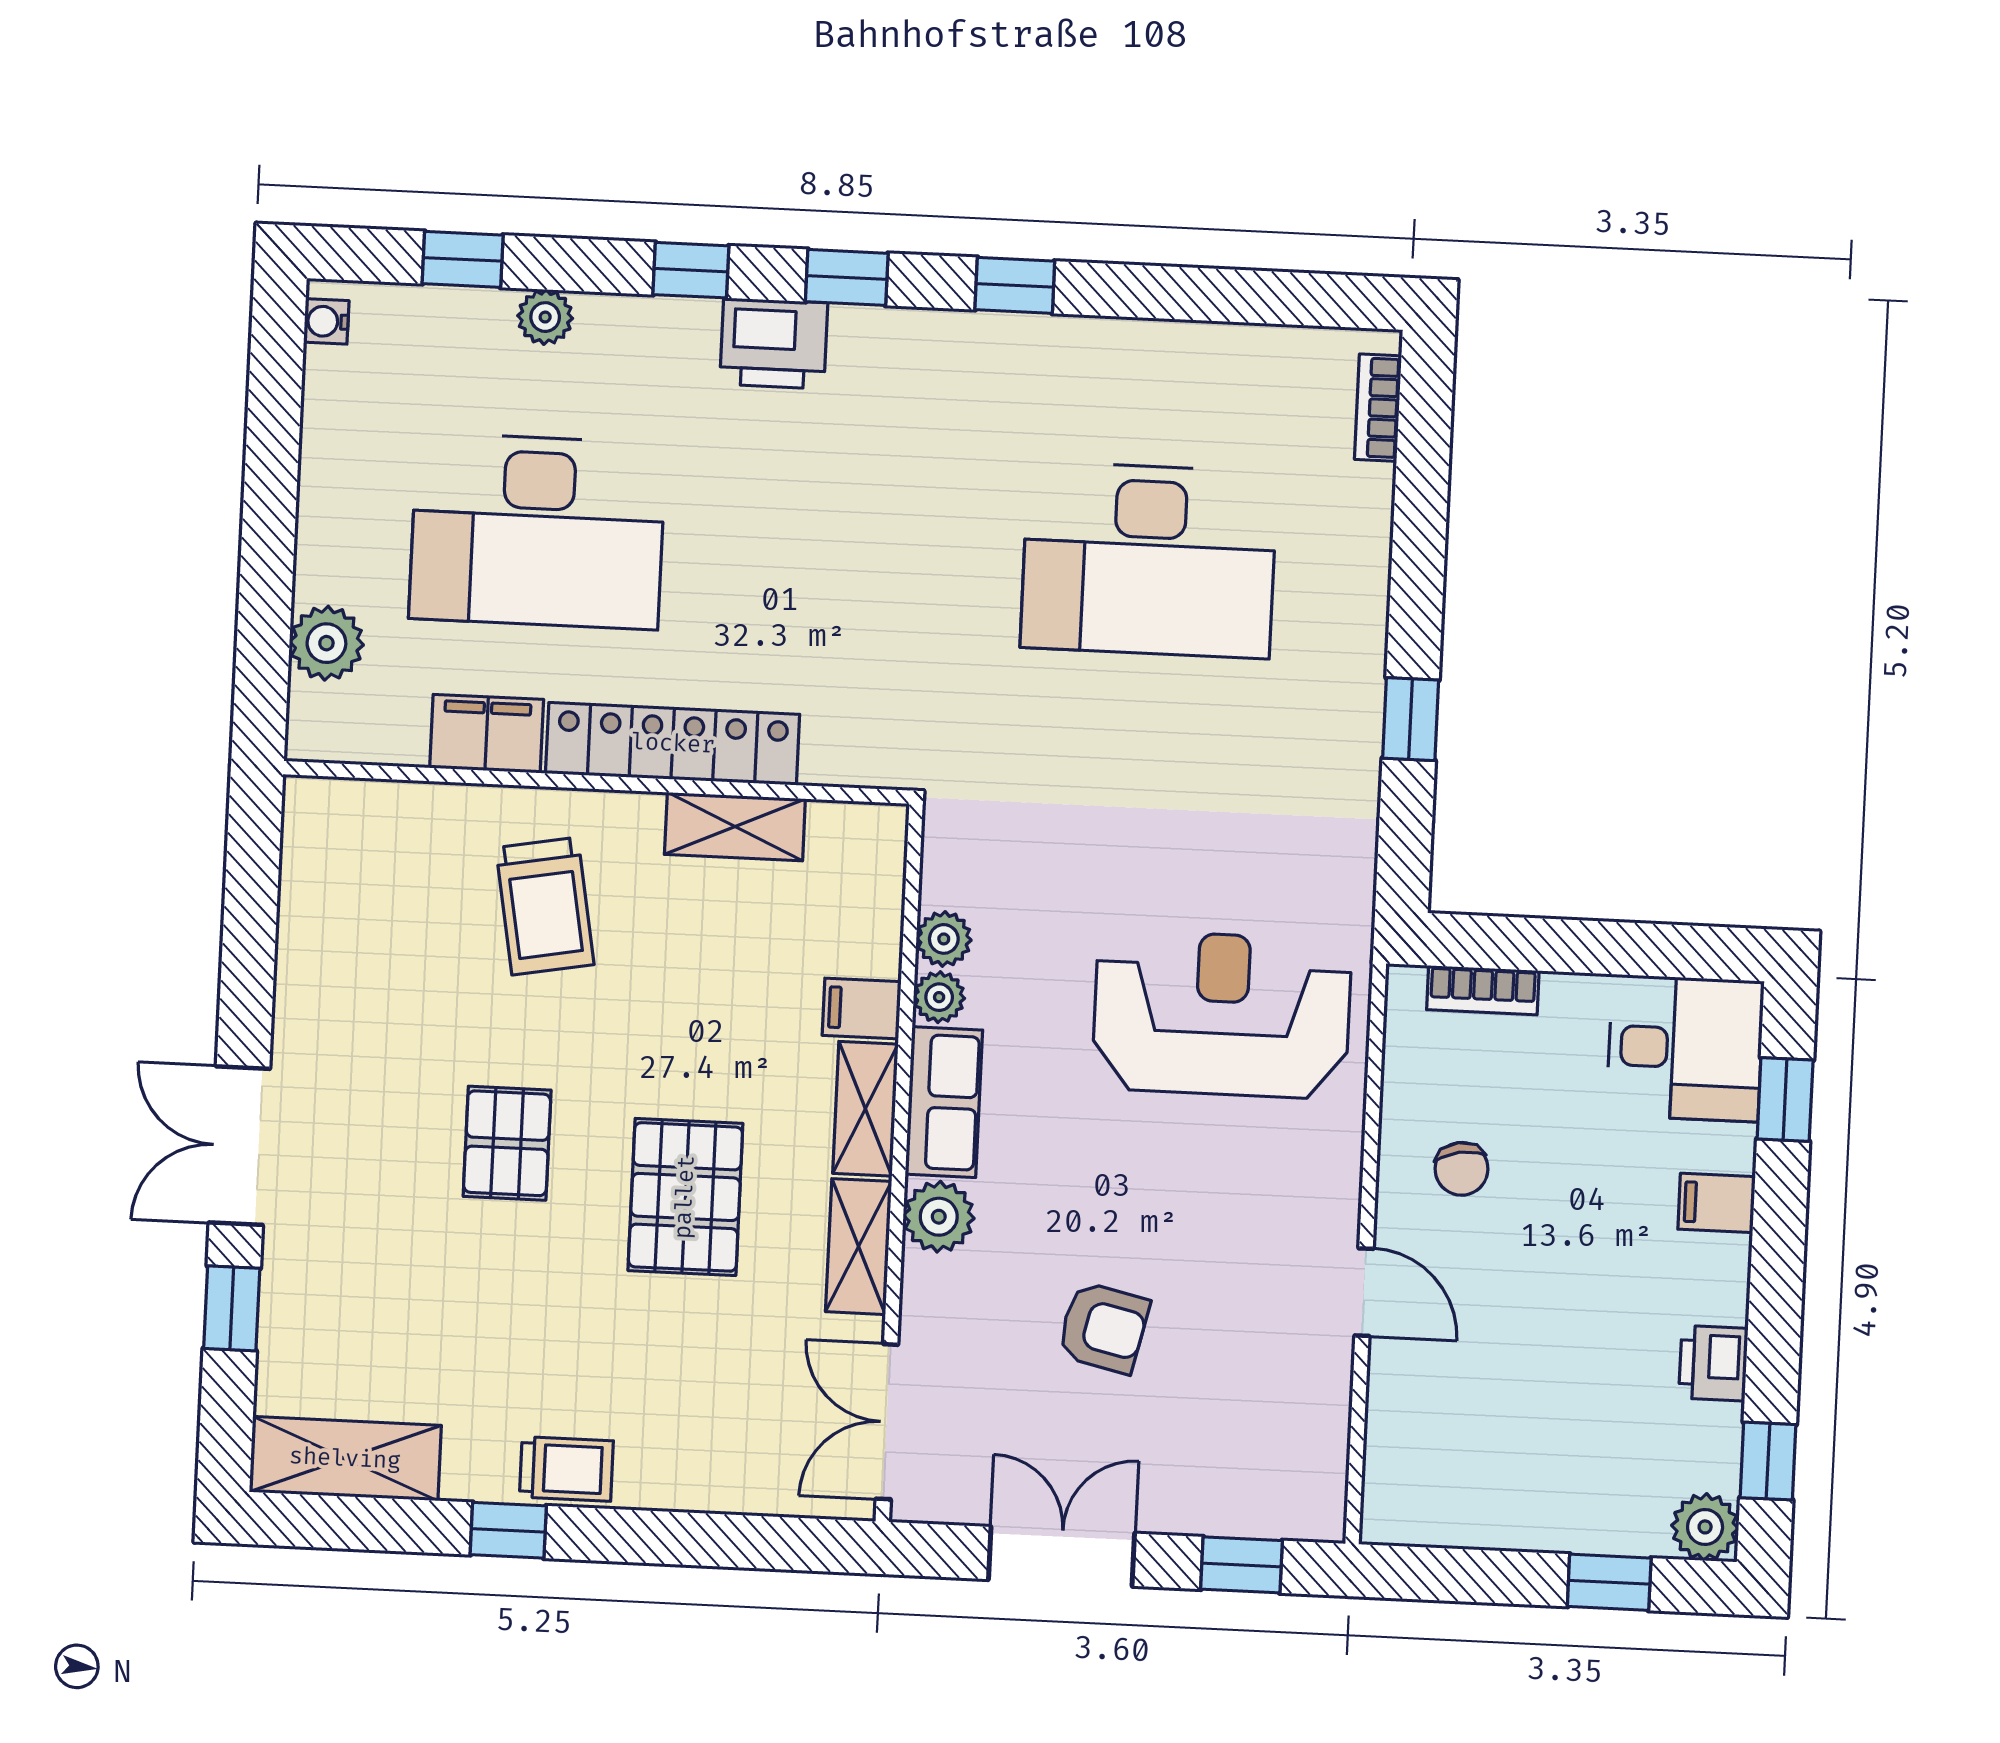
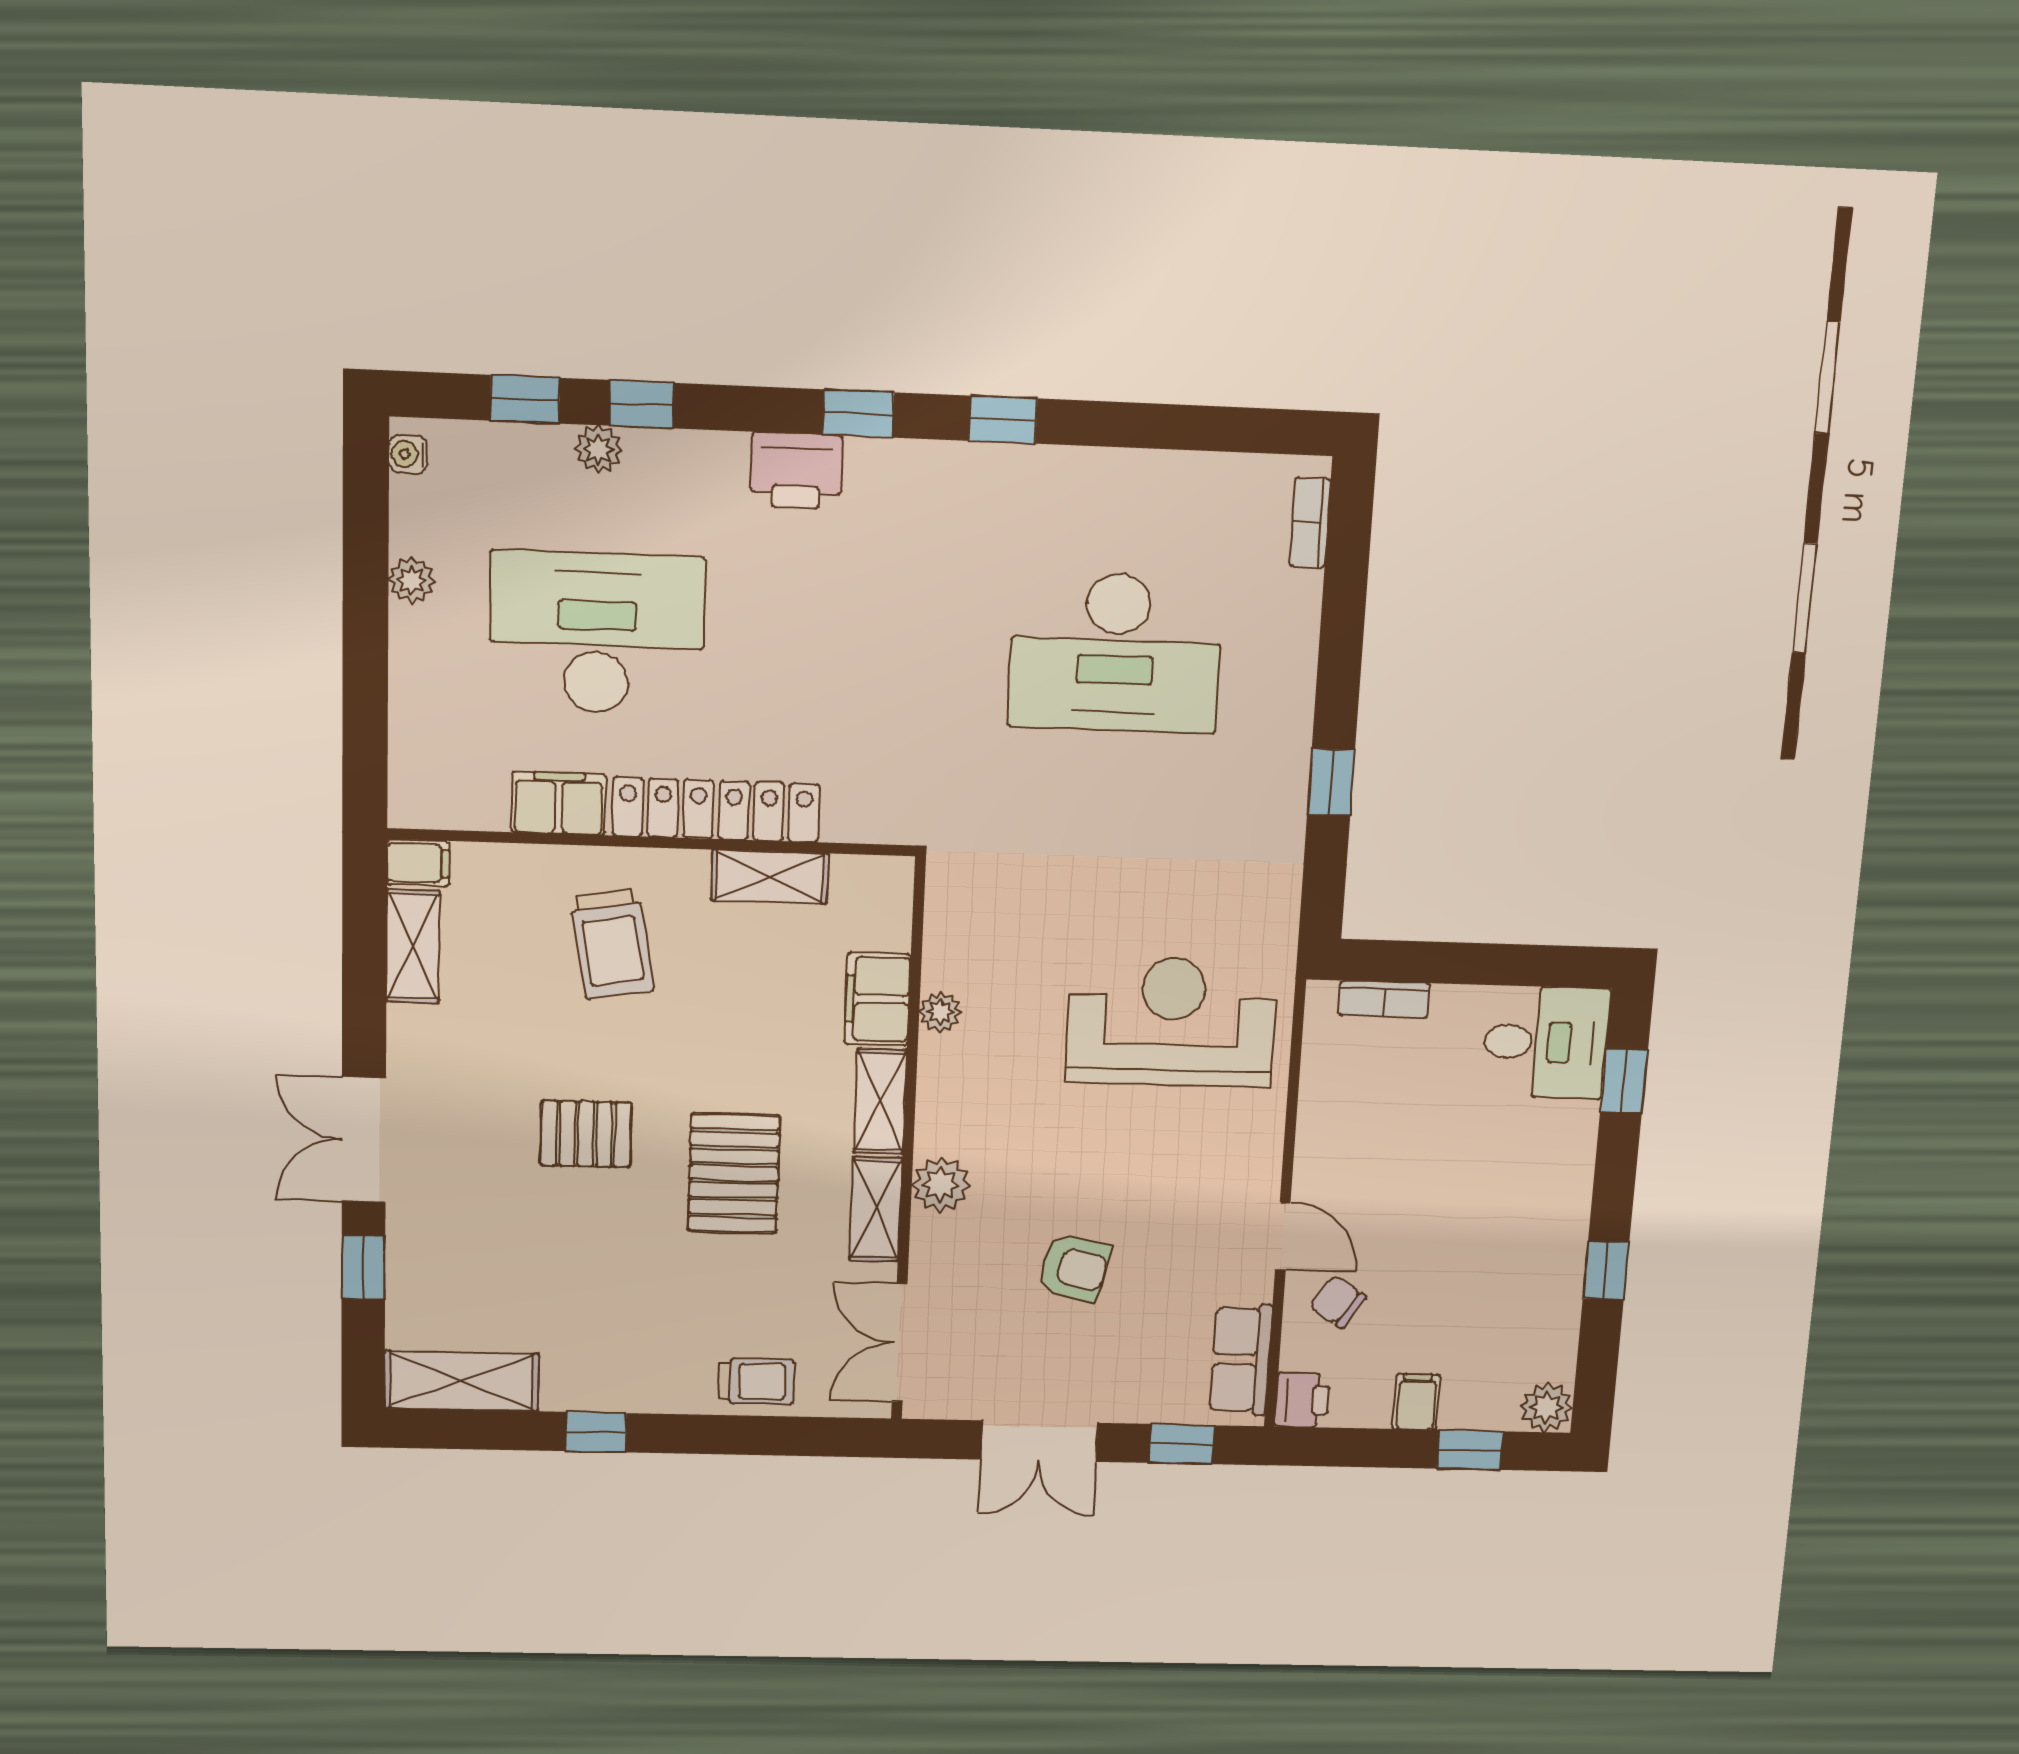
window: (691, 270) -> (642, 404), moved
desk: (537, 531) -> (597, 633), turned 180
plant: (326, 643) -> (412, 580), moved, width x0.73, depth x0.73
filing cabinet: (318, 804) -> (418, 863), added
shelving: (308, 906) -> (413, 946), added
plant: (944, 939) -> (944, 965), removed
filing cabinet: (862, 1008) -> (877, 999), width x2.00
row of seats: (944, 1102) -> (1241, 1360), moved, turned 180
pallet: (507, 1143) -> (586, 1134), turned 90
chair: (1461, 1169) -> (1338, 1302), moved, turned 134
filing cabinet: (1717, 1203) -> (1416, 1402), moved, turned 90
printer: (1713, 1363) -> (1302, 1400), moved, turned 180
window: (1768, 1461) -> (1606, 1270), moved
trolley: (566, 1469) -> (757, 1381), moved
double door: (1062, 1556) -> (1039, 1441), swing flipped

